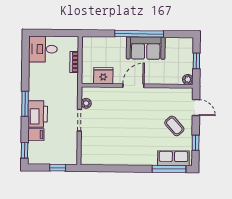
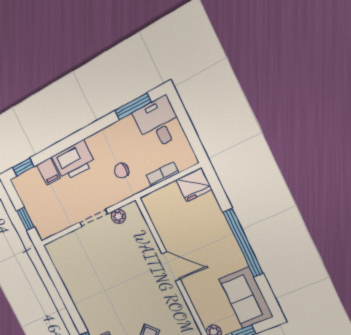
sofa: (146, 48) -> (246, 298), moved
fridge: (103, 76) -> (194, 185), moved, turned 90
chair: (59, 86) -> (122, 171), added
window: (25, 104) -> (133, 106), moved

